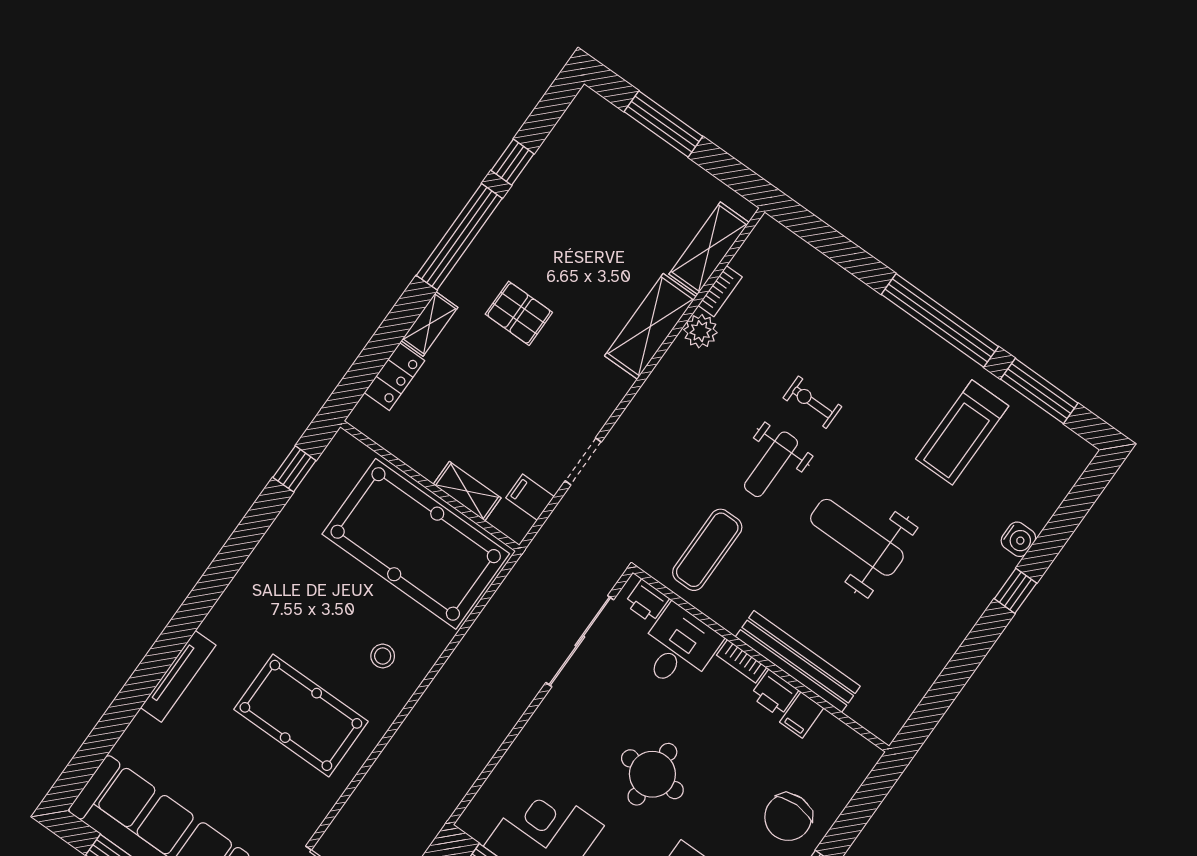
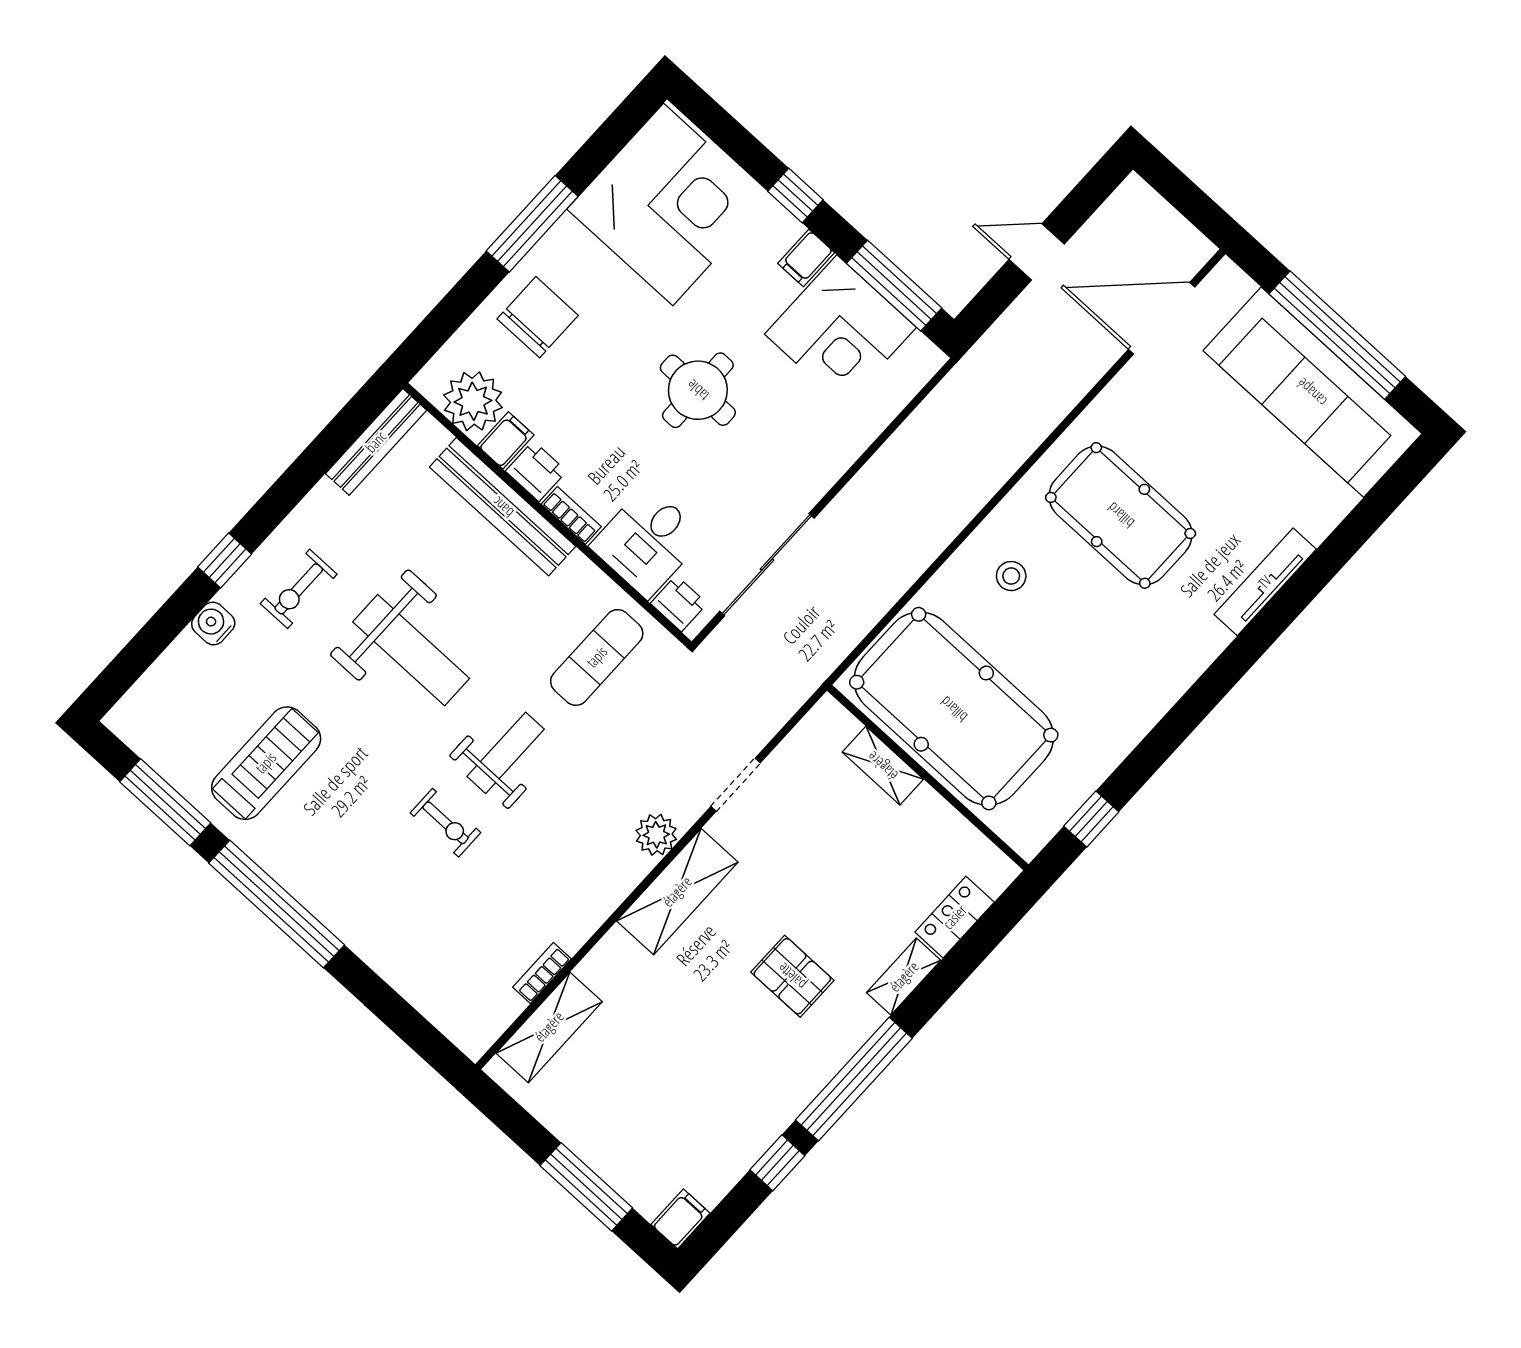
shelving: (650, 326) -> (677, 892), moved
plant: (700, 331) -> (656, 835), moved
filing cabinet: (530, 497) -> (680, 1219), moved, turned -90
exercise bike: (953, 575) -> (299, 589), added
bench: (906, 701) -> (376, 442), added
plant: (832, 743) -> (473, 401), added

